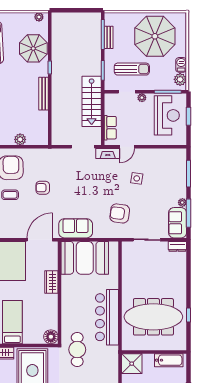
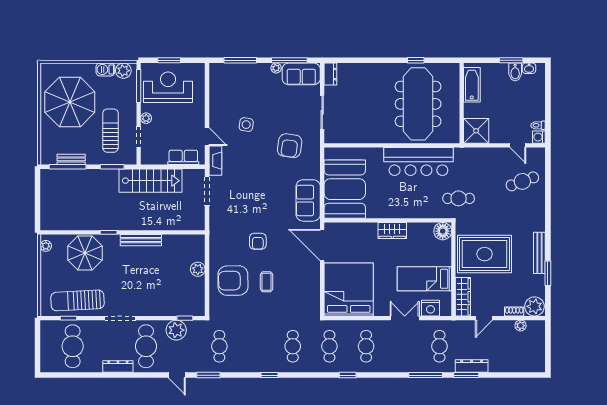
wardrobe: (51, 282) -> (392, 231), moved
cafe table: (77, 350) -> (459, 198), width x0.73, depth x0.74

